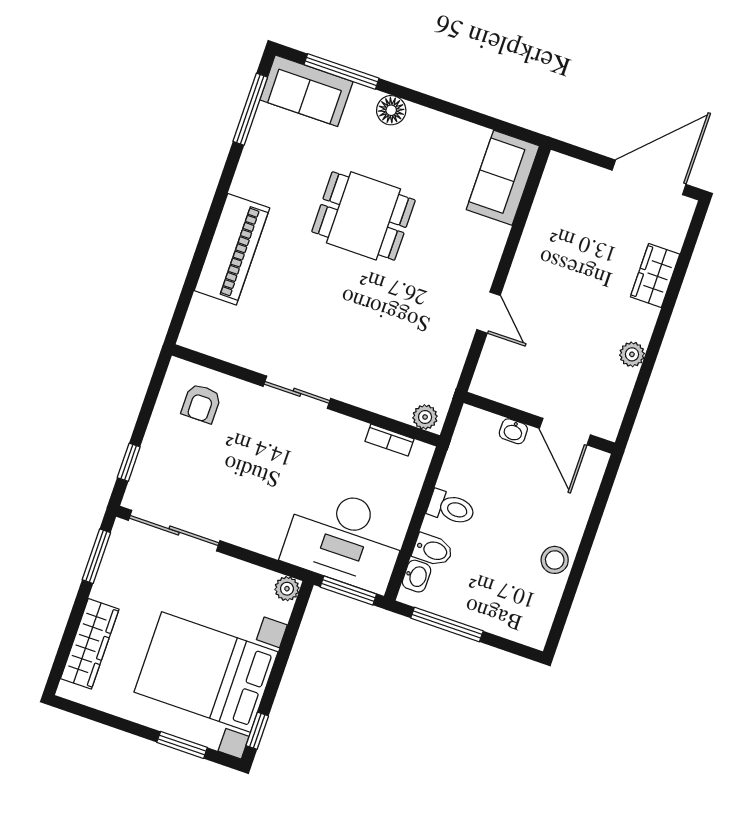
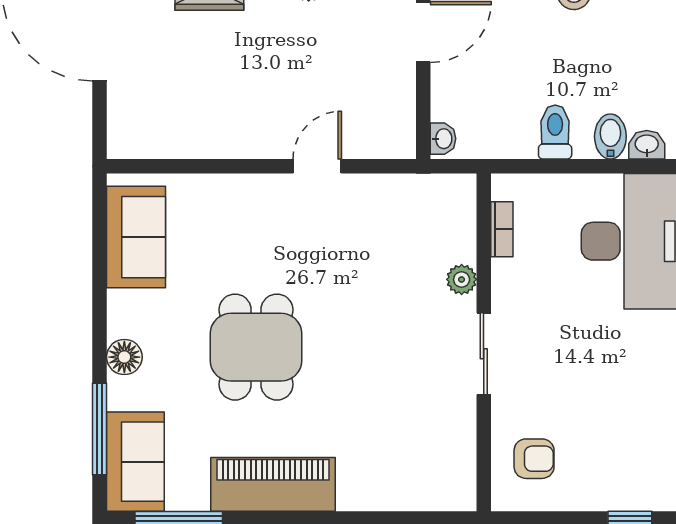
sofa: (503, 178) -> (136, 237), moved, turned -90
piano: (232, 249) -> (273, 484), moved
plant: (425, 417) -> (462, 279), moved
washbasin: (513, 431) -> (443, 139), moved

